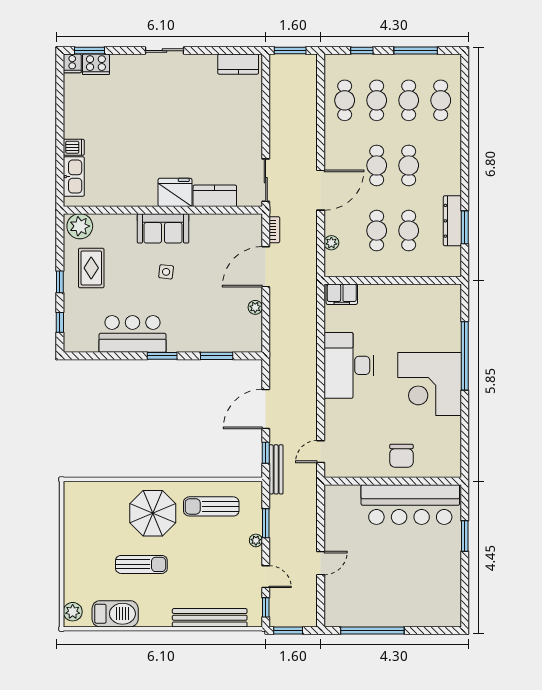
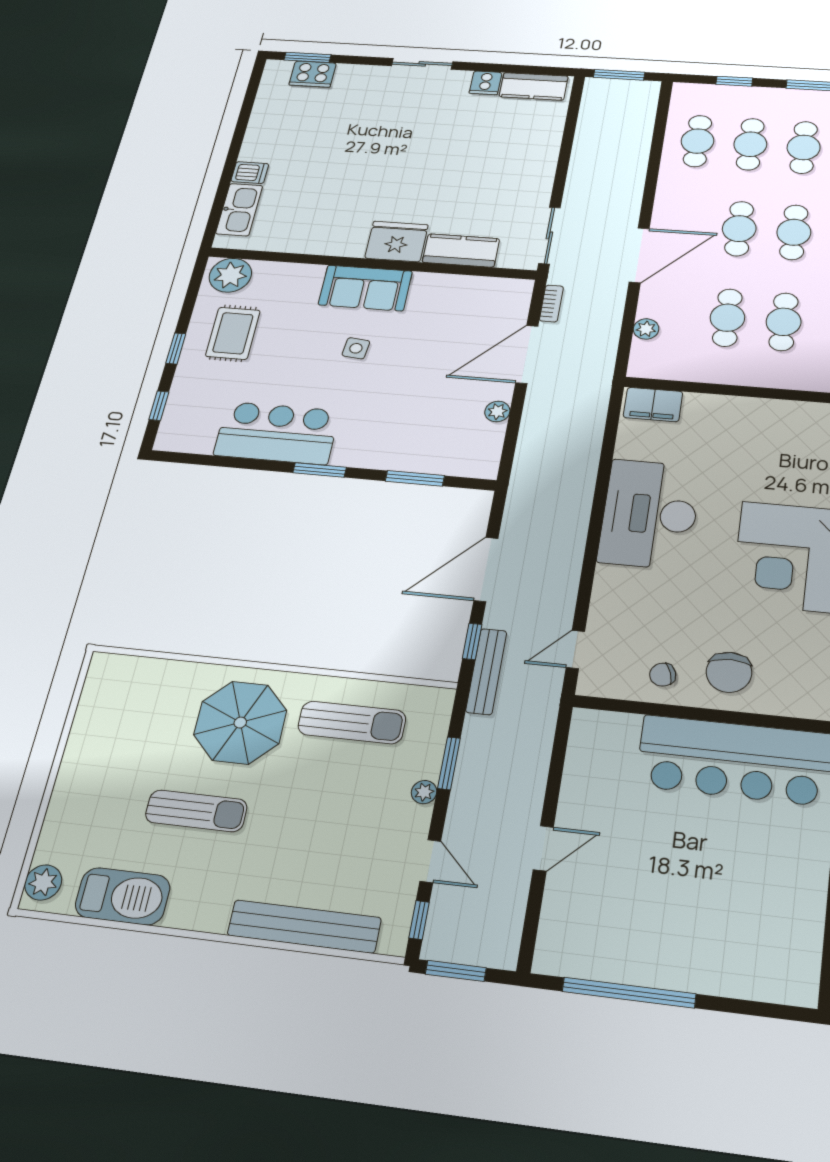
cooker: (72, 63) -> (486, 83), moved
chair: (368, 461) -> (663, 675), added
sun lounger: (211, 506) -> (352, 722), turned 180

